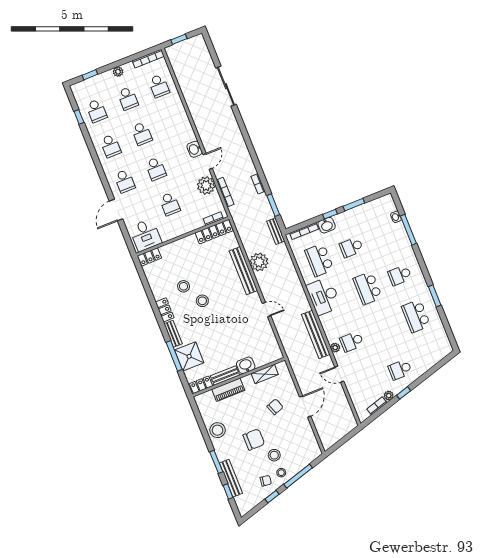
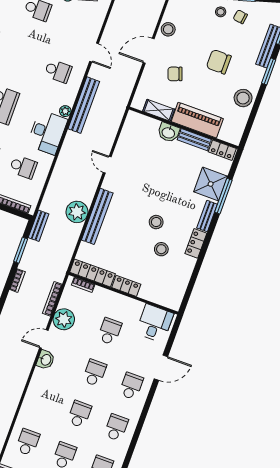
locker: (149, 257) -> (126, 286), moved
school desk: (319, 260) -> (23, 167), width x0.54
plant: (335, 348) -> (65, 111), moved
piano: (228, 390) -> (197, 120), width x1.37, depth x1.33
stool: (274, 455) -> (168, 29), moved

